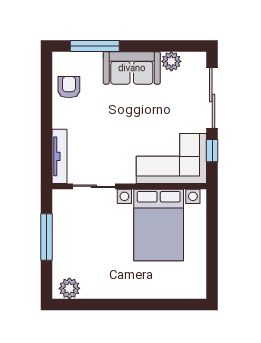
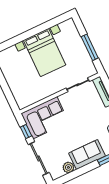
bed with nightstands: (159, 225) -> (45, 53), moved, turned 180
plant: (69, 288) -> (66, 27), removed

